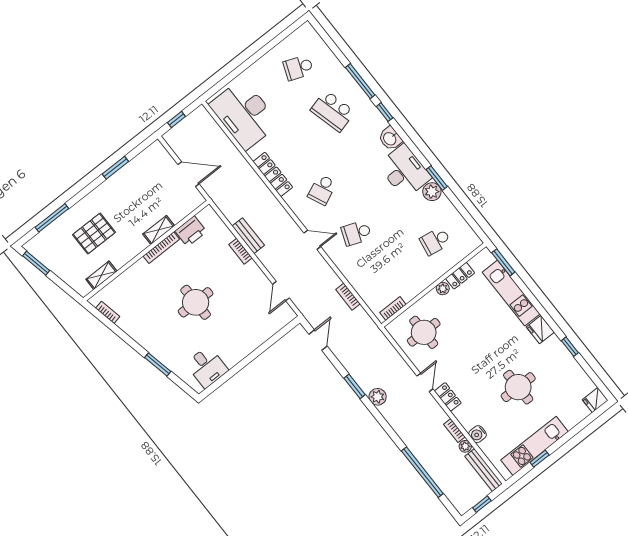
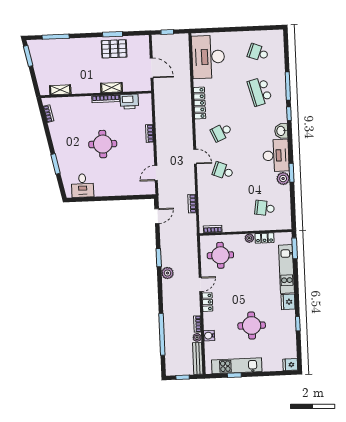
pallet: (94, 233) -> (114, 49), moved
bench: (248, 236) -> (160, 128), removed

